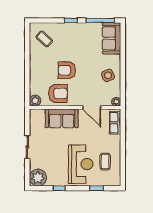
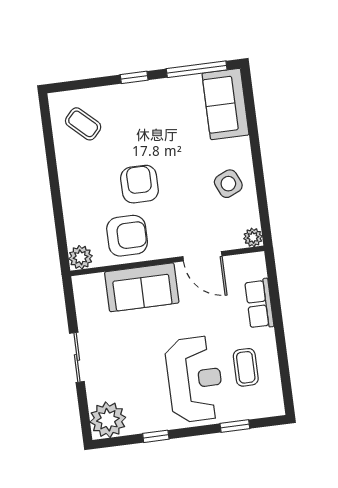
armchair: (67, 70) -> (139, 184), turned 90
row of seats: (115, 123) -> (259, 304), moved

